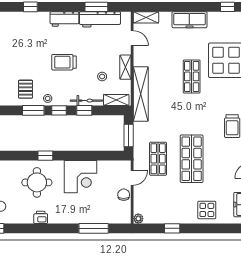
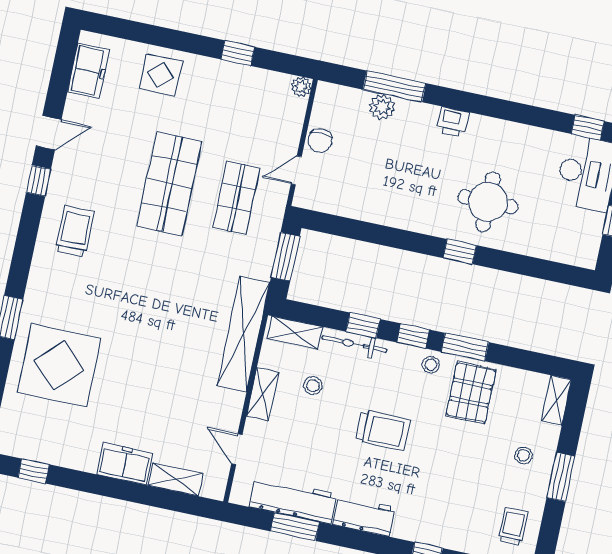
shelving: (146, 17) -> (175, 479), moved
freezer: (189, 20) -> (125, 464), width x0.71
shop shelf: (192, 76) -> (135, 348), removed
pallet: (26, 89) -> (471, 393), width x1.50, depth x1.42
corner desk: (80, 177) -> (399, 195), removed
printer: (41, 217) -> (453, 122), moved
plant: (97, 217) -> (382, 107), added

